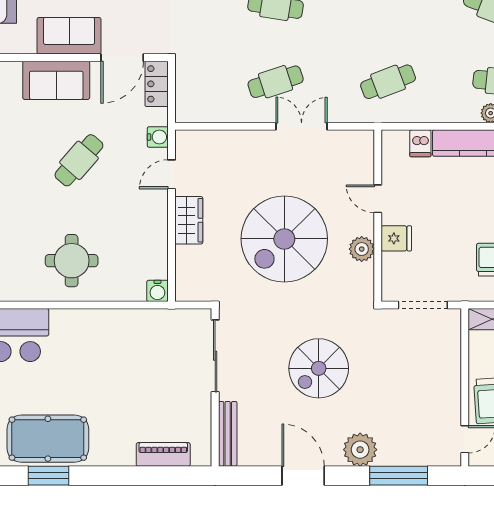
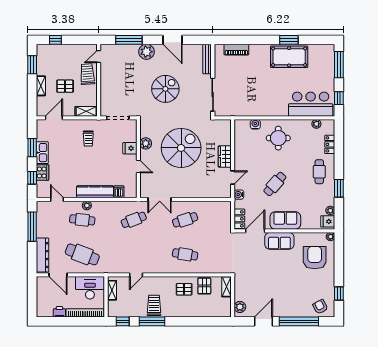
double door: (302, 126) -> (160, 199), moved
water cooler: (157, 291) -> (255, 124), moved

